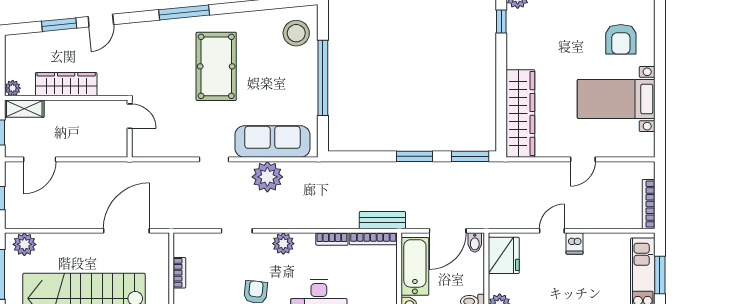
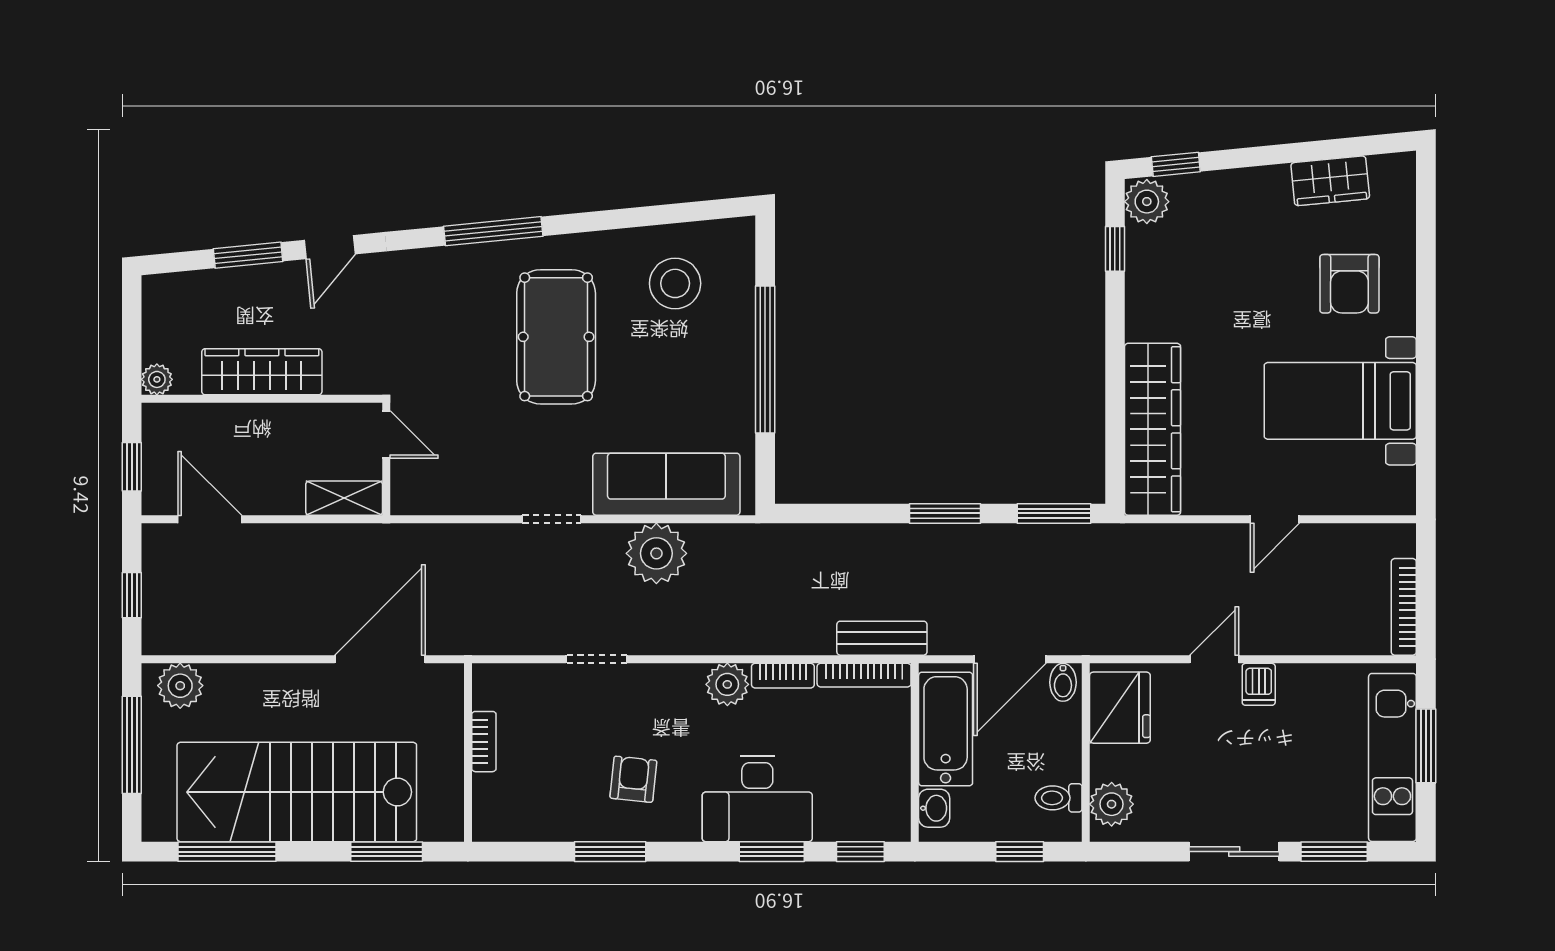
stool: (296, 33) -> (675, 283), moved
shelving: (24, 109) -> (344, 498), moved
door: (40, 159) -> (210, 519), swing flipped
plant: (283, 244) -> (727, 684), moved

